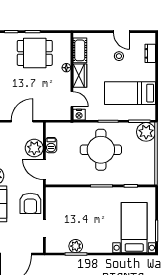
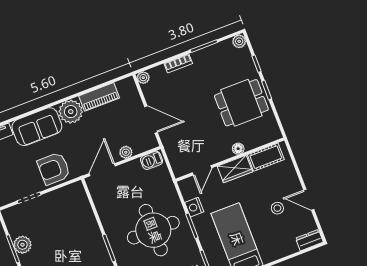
door: (122, 32) -> (309, 200), hinge flipped
dining table: (35, 53) -> (241, 103), turned 90
dresser: (150, 53) -> (309, 240), moved
nightstand: (79, 115) -> (194, 207), moved
barbecue: (51, 145) -> (151, 160), moved
plant: (34, 148) -> (126, 152), width x0.53, depth x0.53

